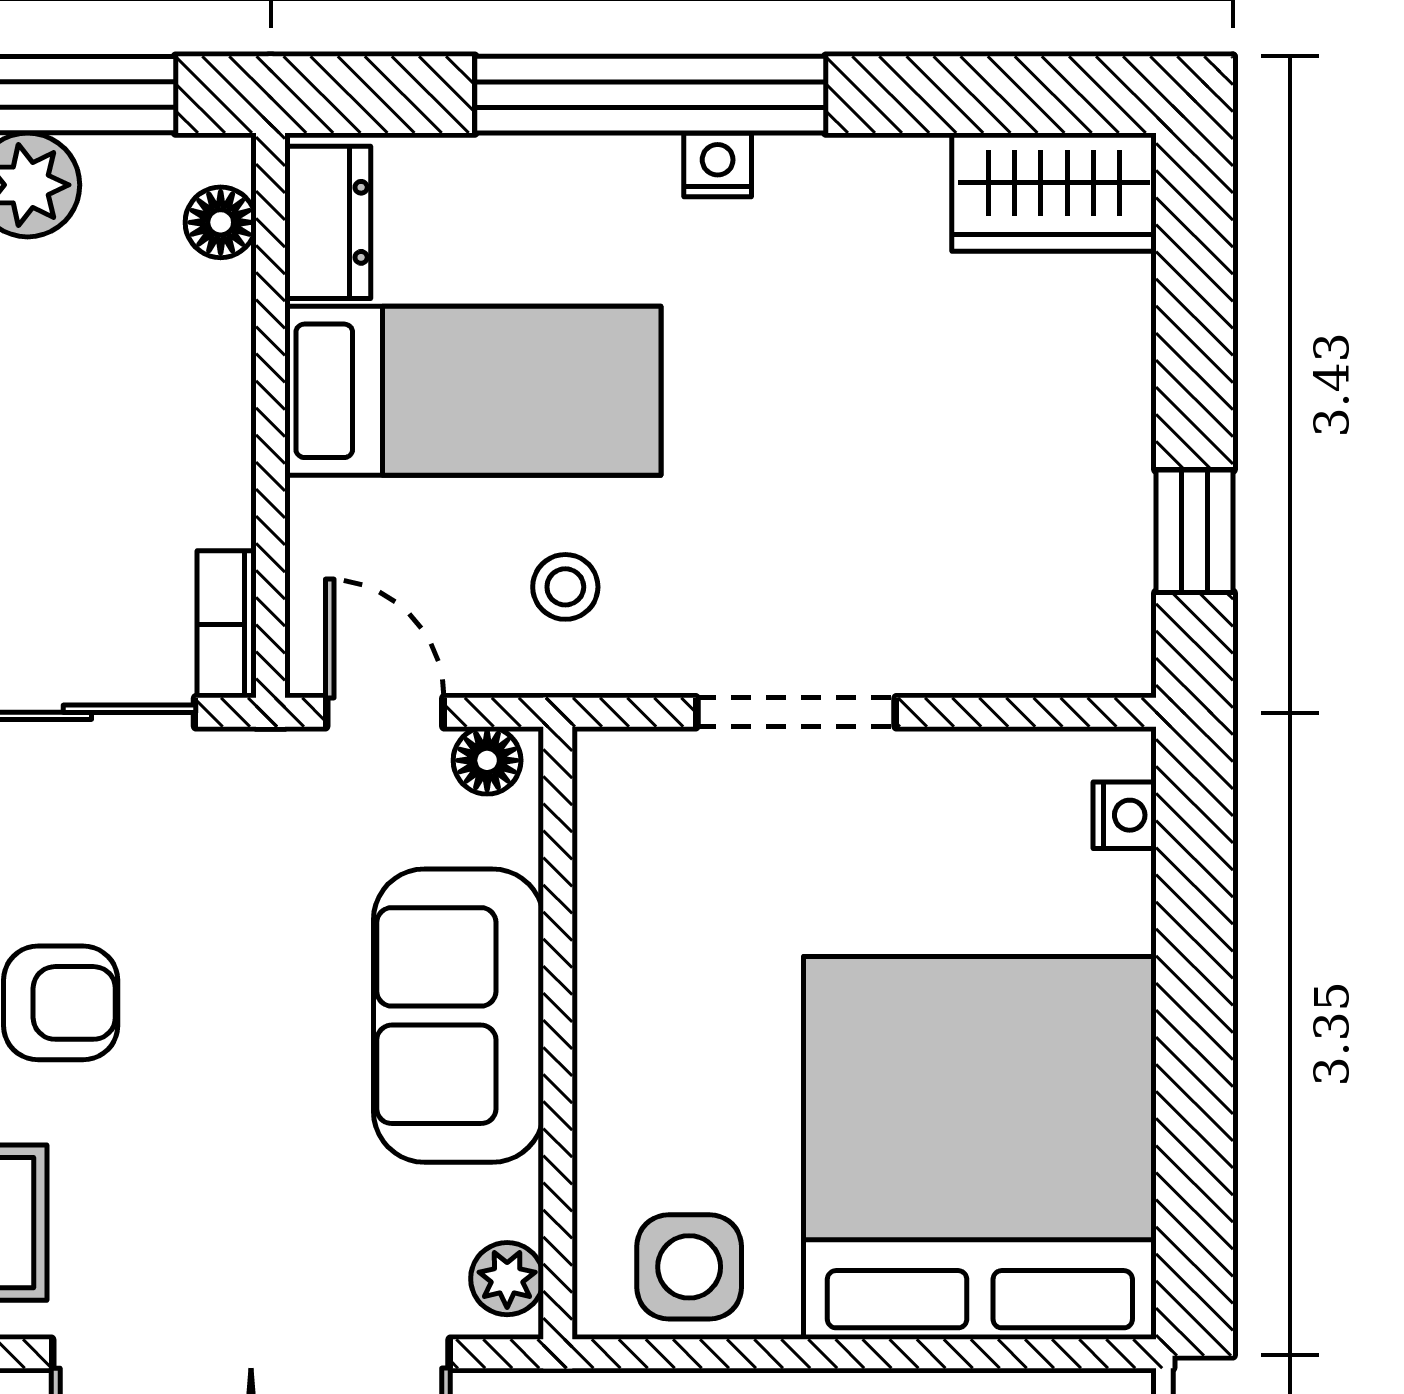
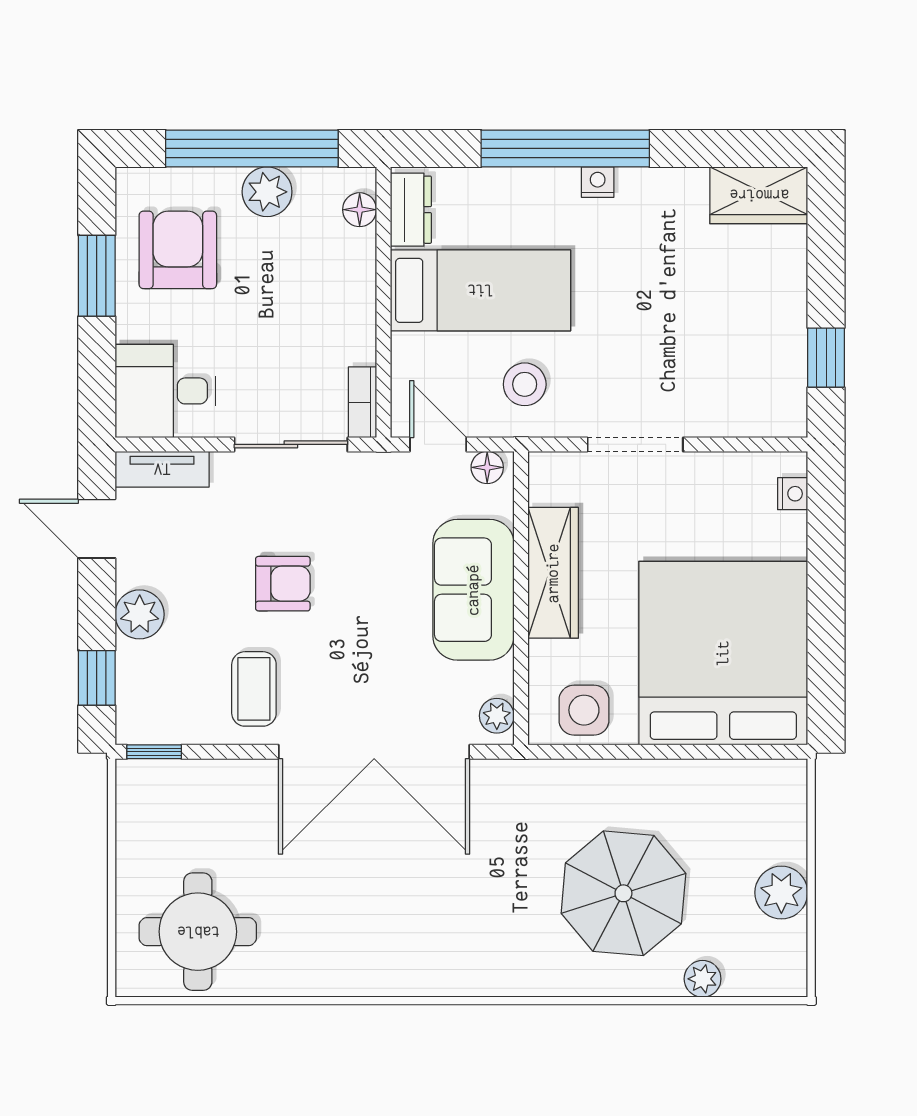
stool: (565, 587) -> (525, 384), width x1.37, depth x1.37
wardrobe: (625, 980) -> (553, 573), added

